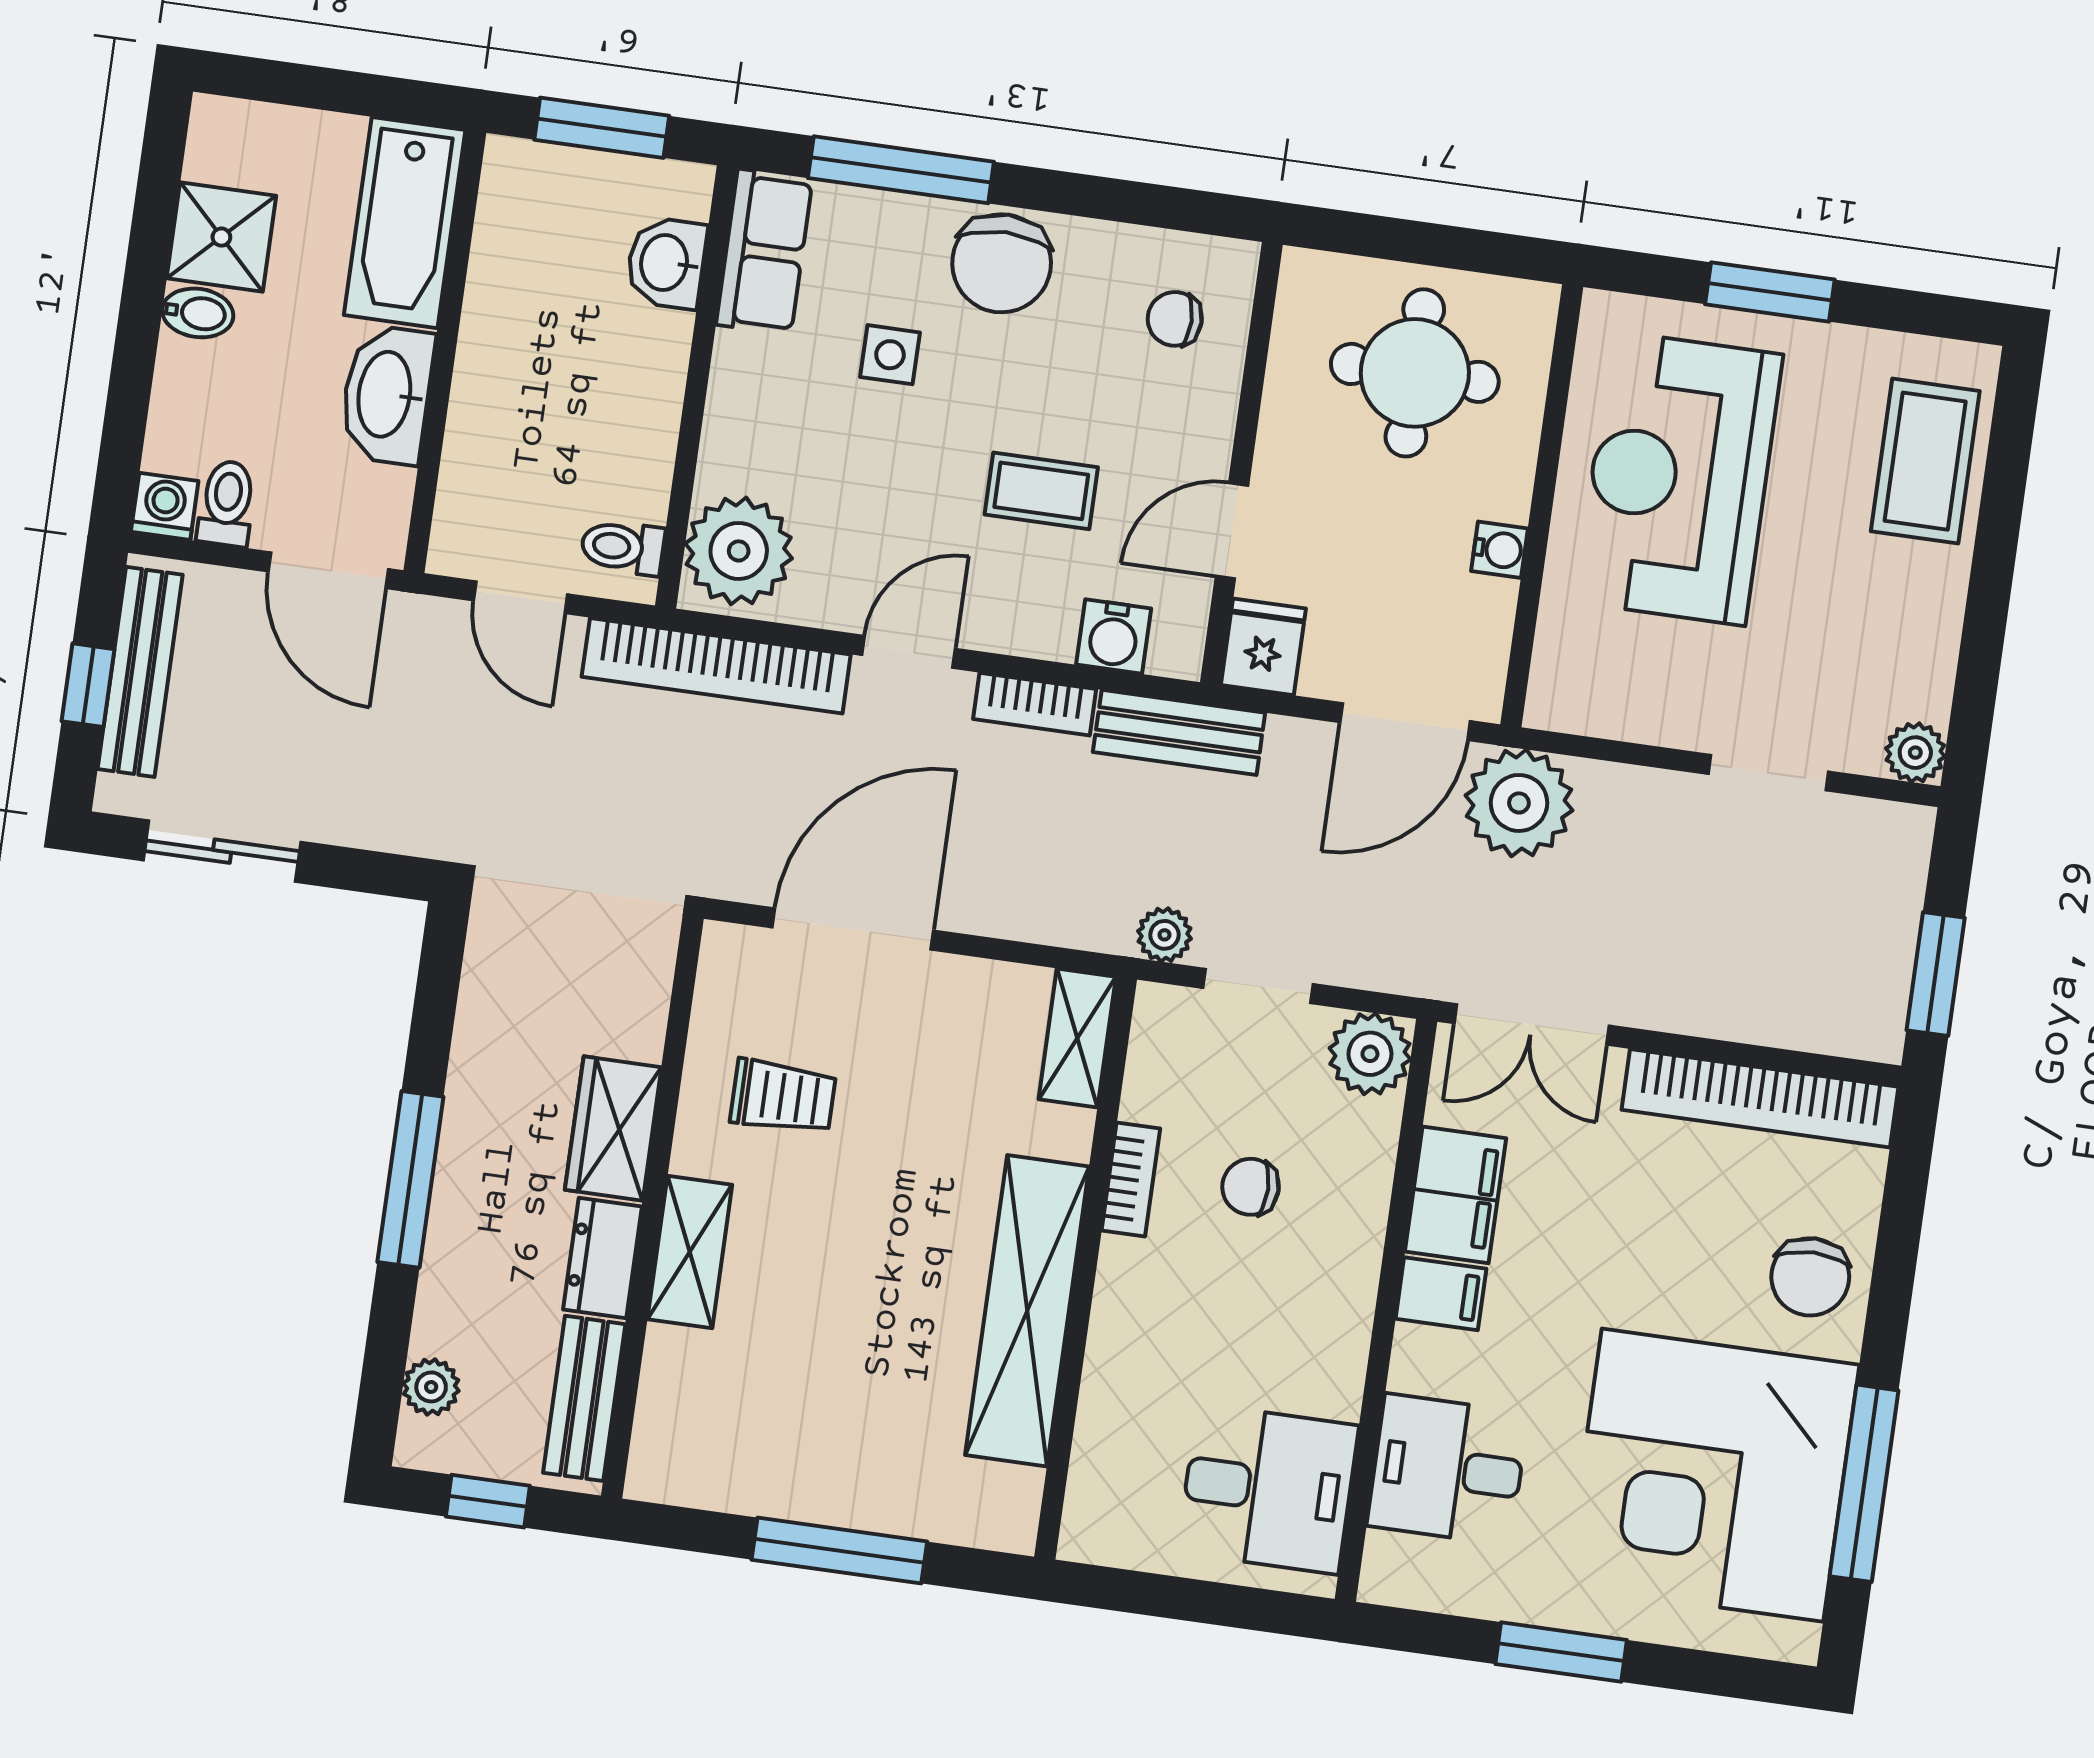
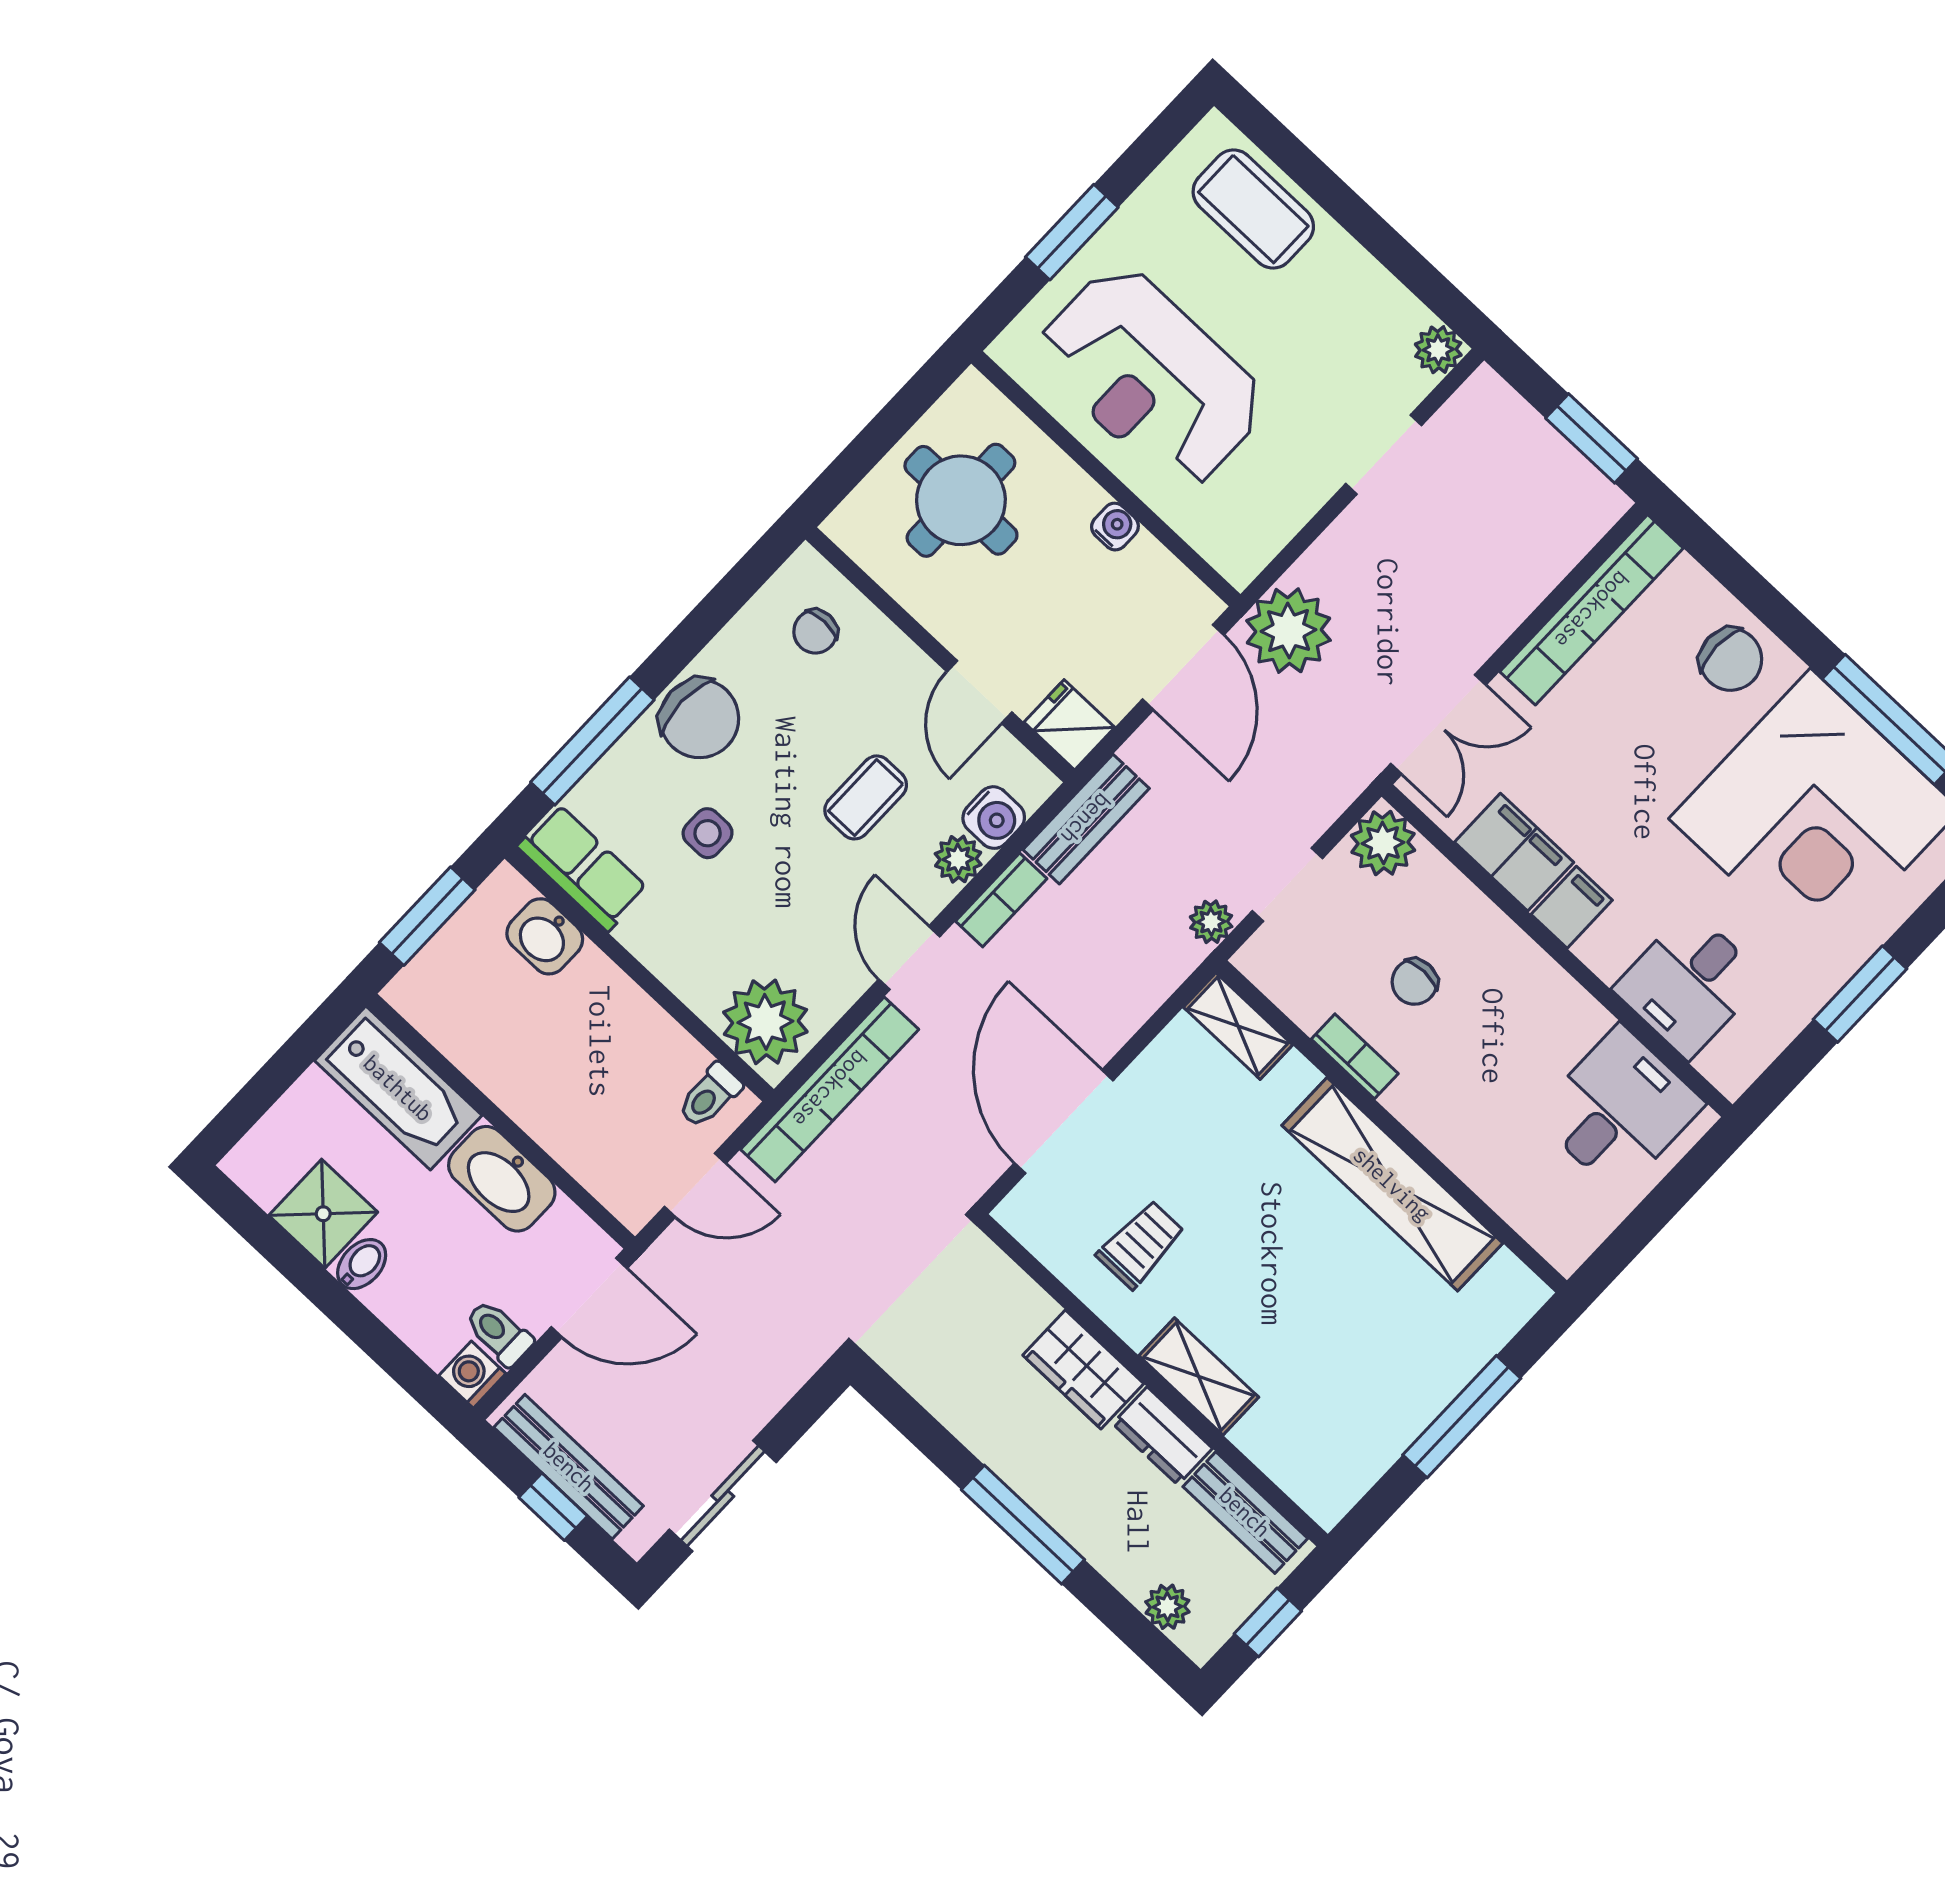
plant: (1045, 630) -> (958, 859), added

